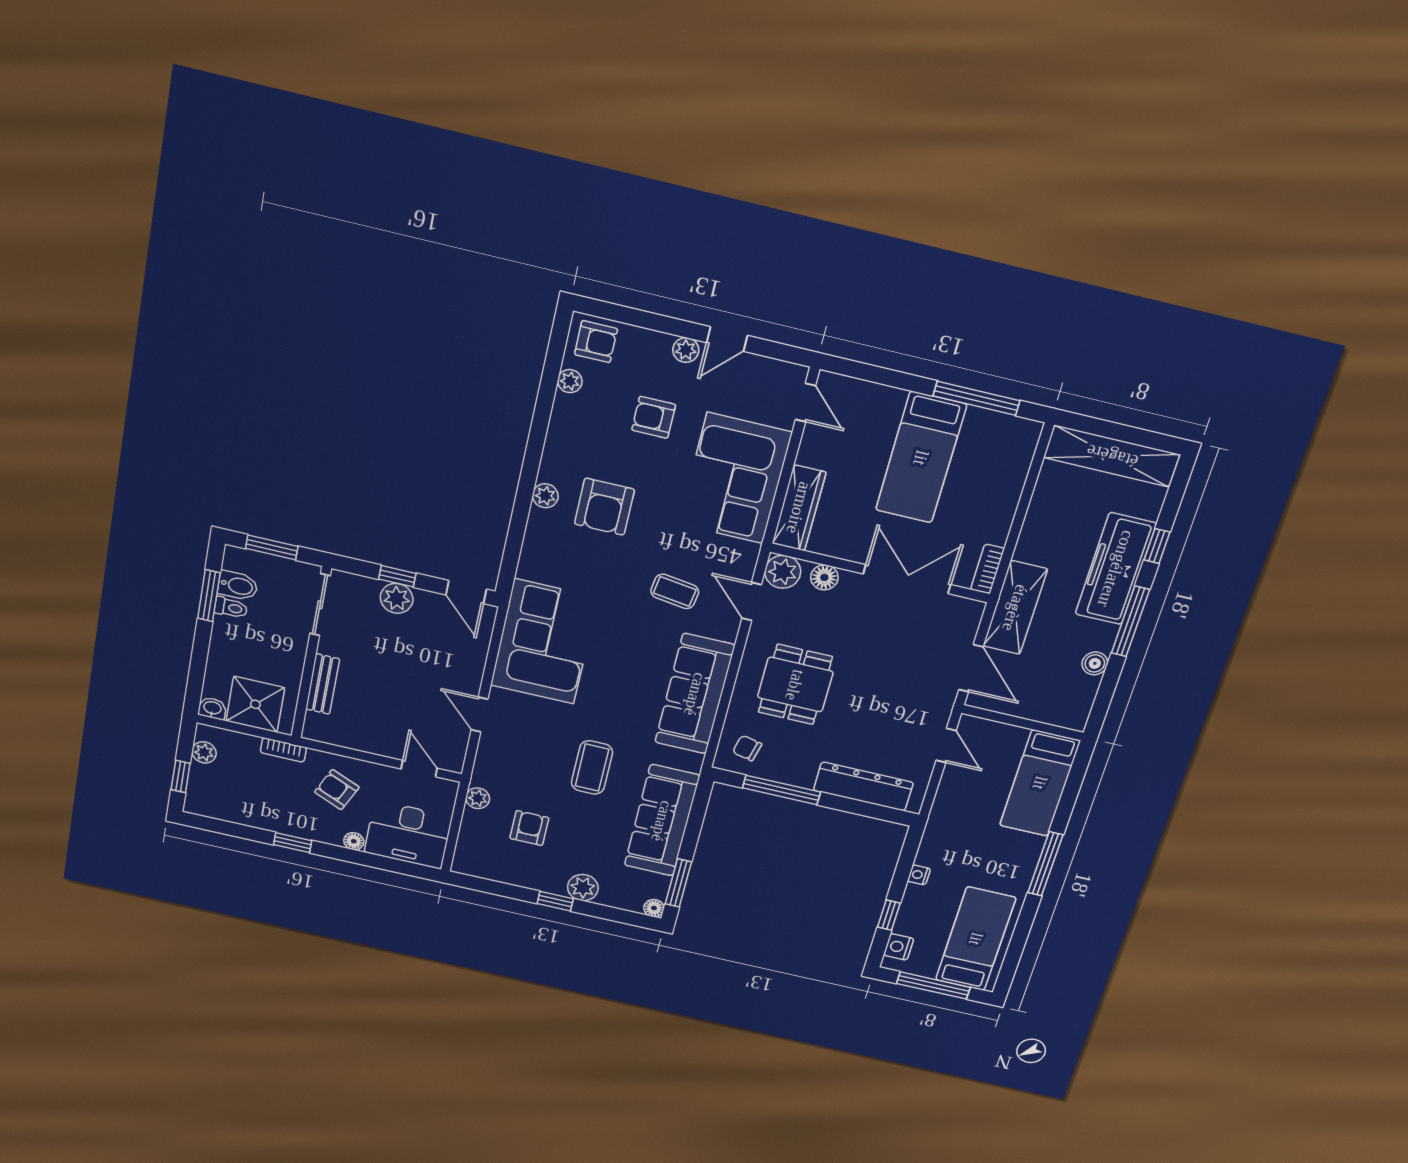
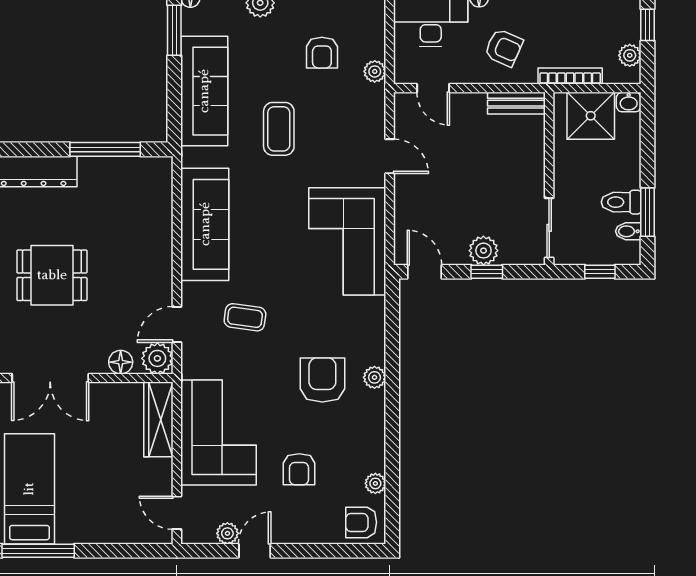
plant: (686, 350) -> (227, 533), moved
armchair: (654, 417) -> (299, 469), turned 90
bed: (921, 458) -> (29, 489), moved
window: (272, 547) -> (600, 272), width x0.67
bidet: (238, 586) -> (628, 231), width x0.72, depth x0.74
door: (752, 601) -> (177, 324), swing flipped
toilet: (231, 608) -> (621, 202), width x1.37, depth x1.39
bench: (323, 684) -> (516, 103), moved, turned 90
dining table: (795, 685) -> (52, 275), moved, turned 90
chair: (747, 748) -> (146, 183), removed
bookcase: (283, 750) -> (570, 76), width x1.56

